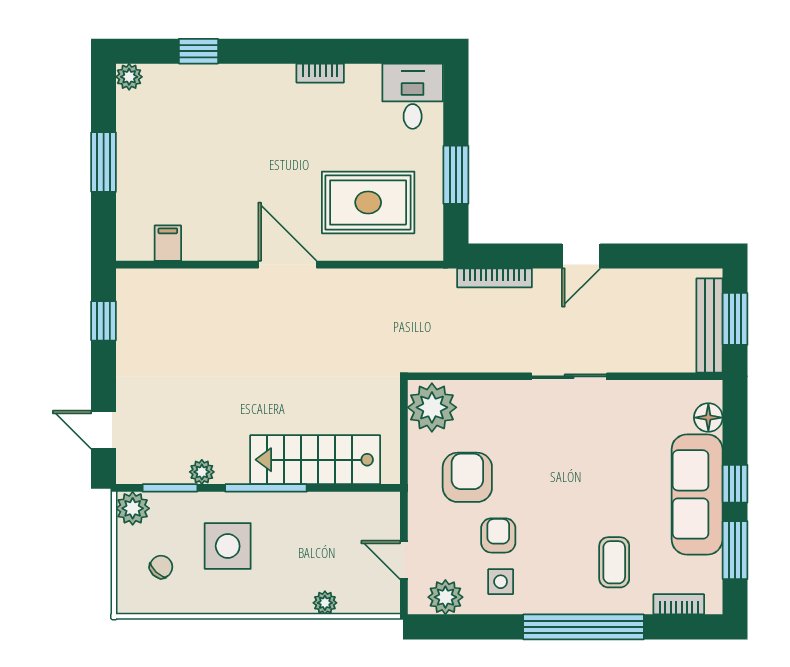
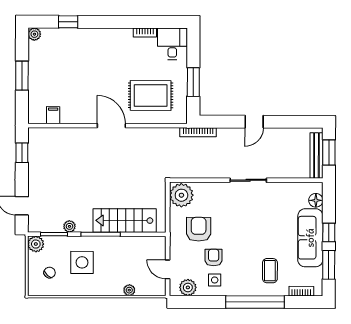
bookcase: (320, 73) -> (145, 33), moved
bookcase: (494, 278) -> (198, 132), moved

